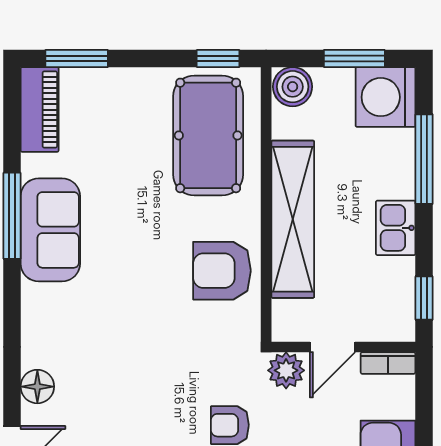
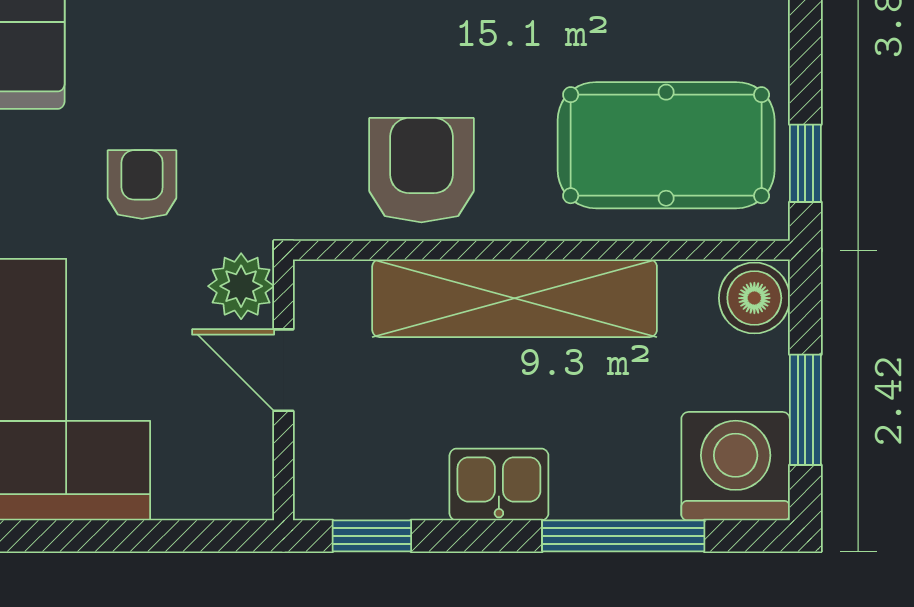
bookcase: (388, 363) -> (254, 471), removed

